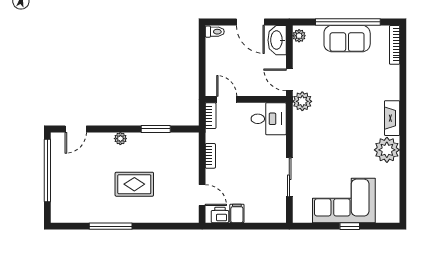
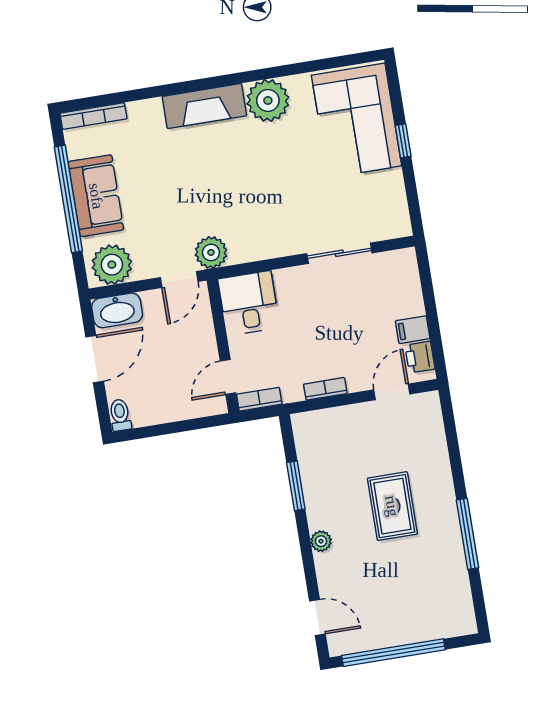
plant: (299, 36) -> (112, 265), width x1.87, depth x1.87
fireplace: (392, 118) -> (204, 106), width x1.37, depth x1.32
corner sofa: (344, 200) -> (357, 120), moved

